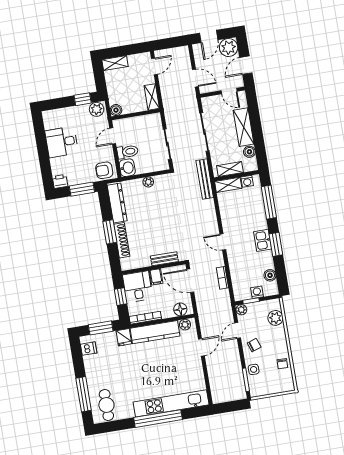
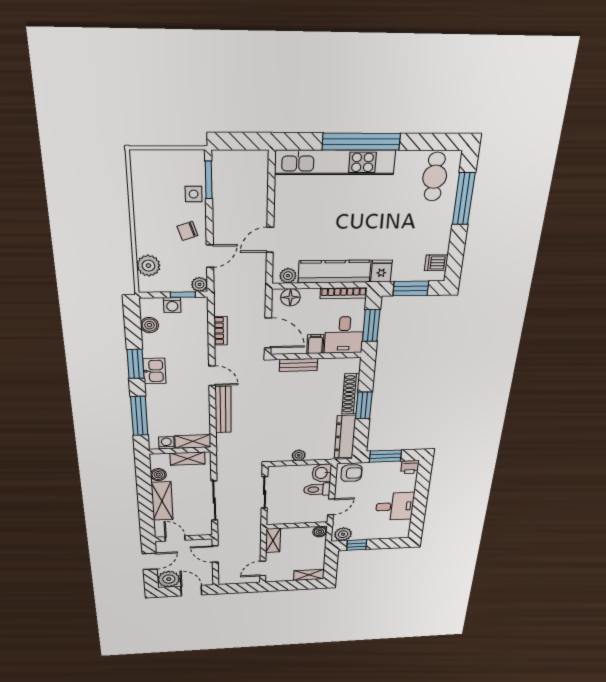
door: (209, 36) -> (191, 591), hinge flipped
bench: (205, 179) -> (223, 410), moved
window: (121, 297) -> (371, 325), width x1.50
chair: (282, 364) -> (146, 196), removed

